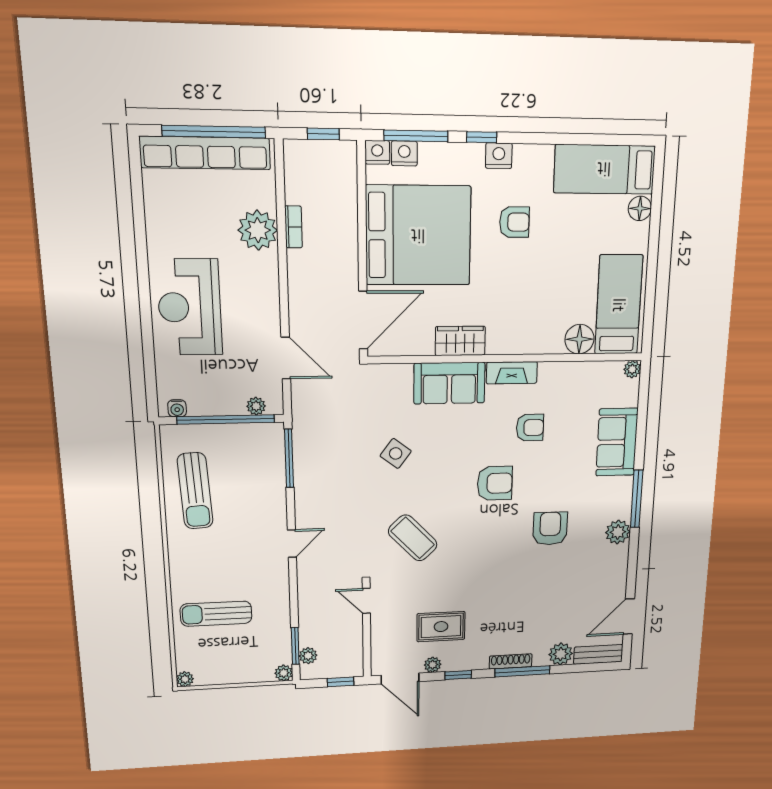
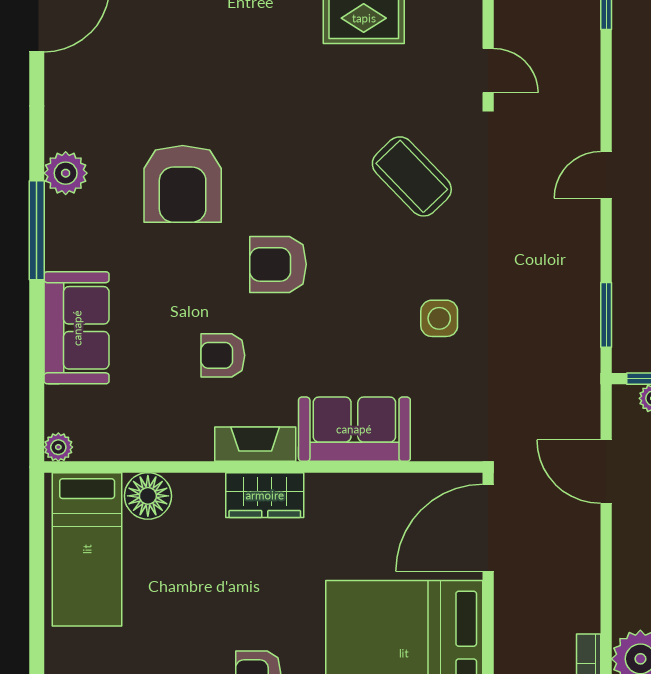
wardrobe: (460, 341) -> (265, 495), moved
side table: (396, 453) -> (439, 318), turned -37
window: (289, 458) -> (606, 315), width x0.69
armchair: (550, 528) -> (183, 184), width x1.36, depth x1.36

